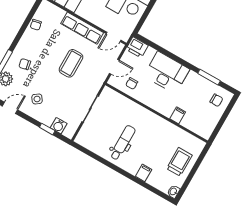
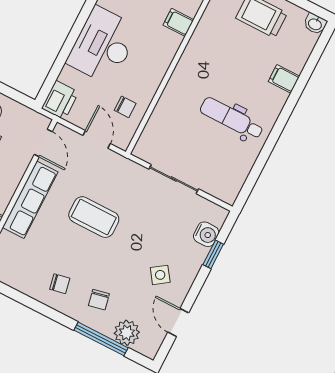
chair: (36, 25) -> (60, 284), moved

